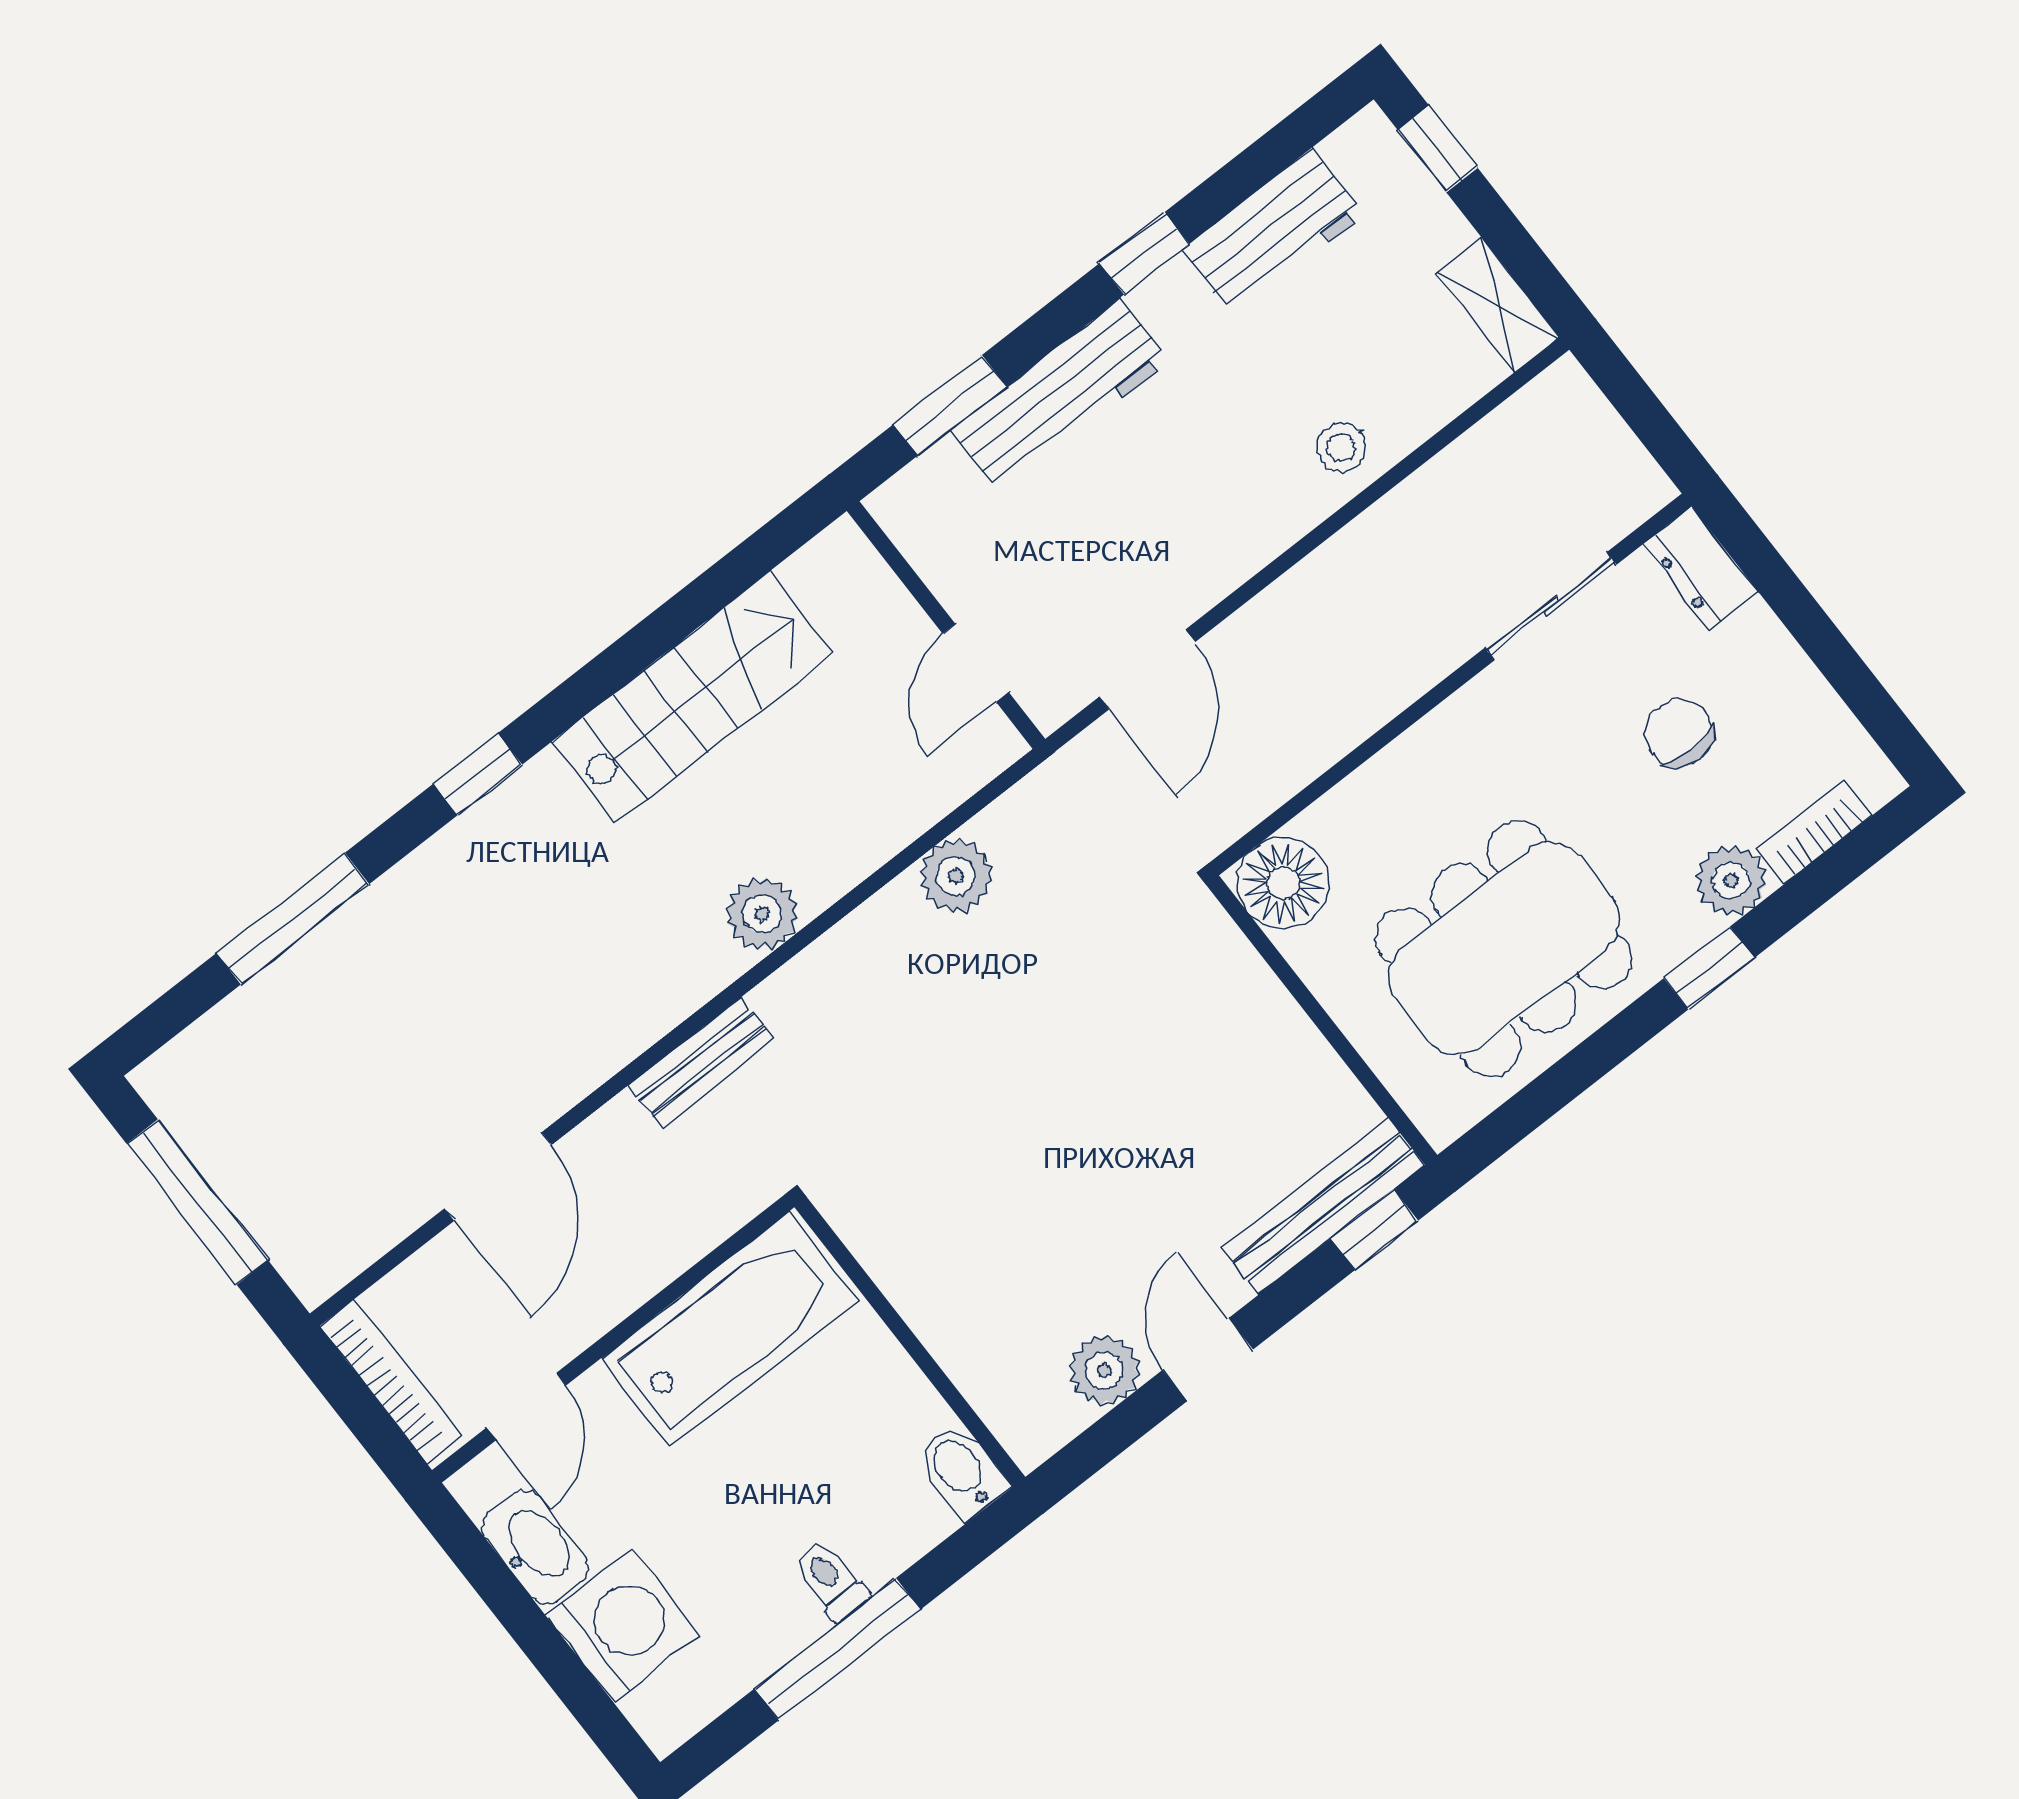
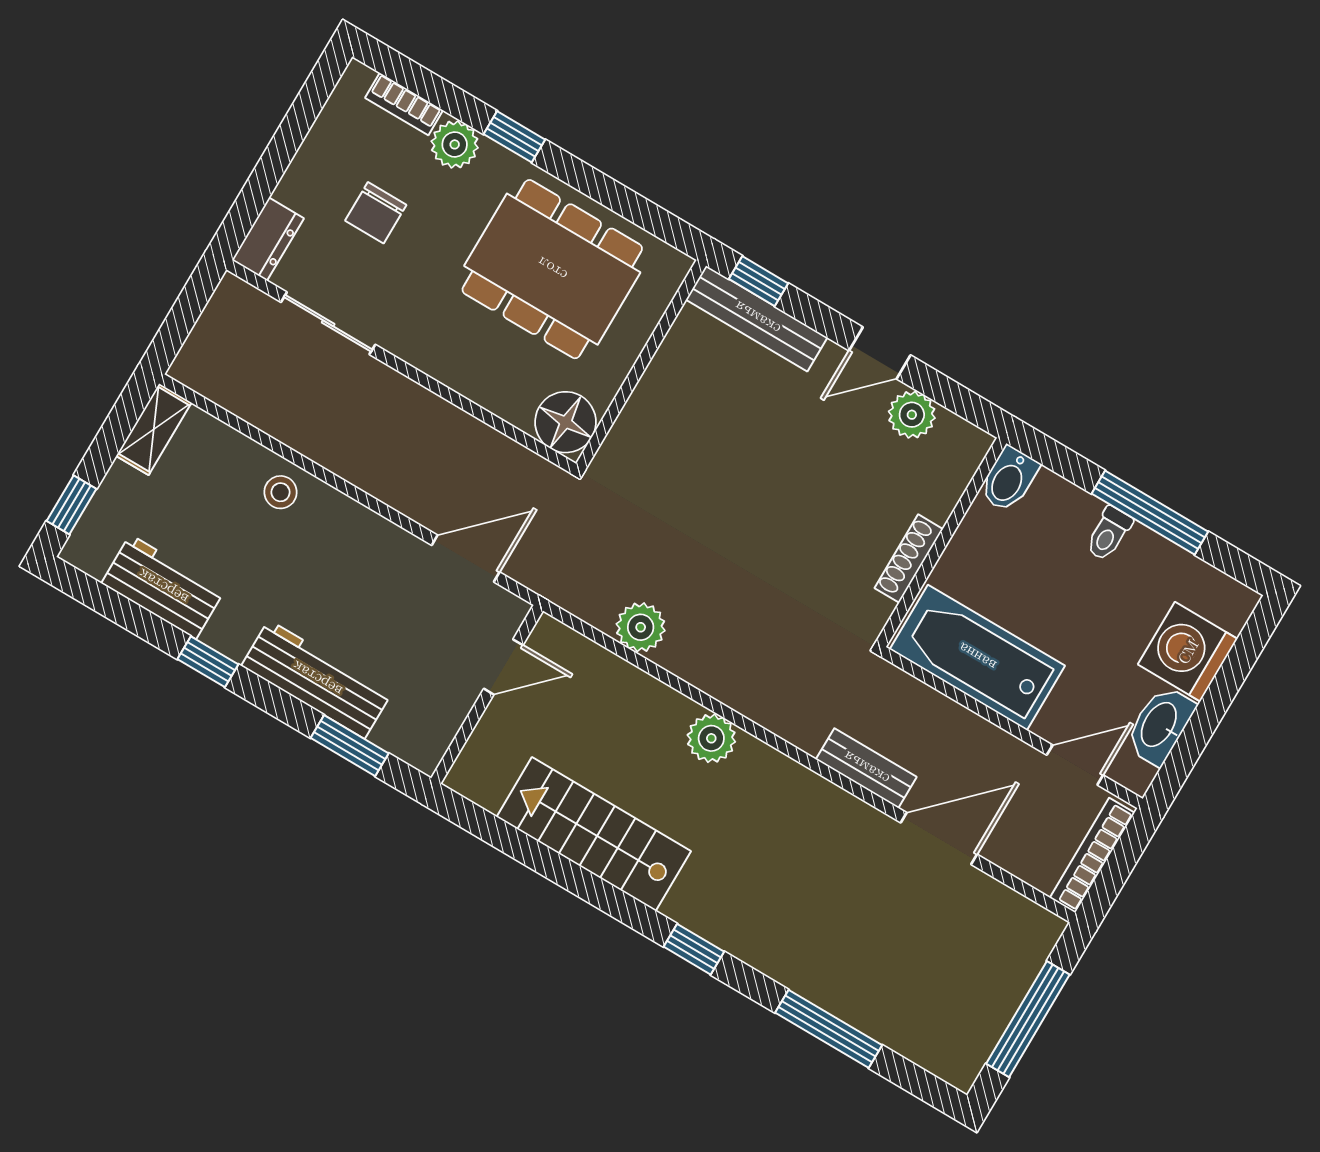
bench: (702, 1063) -> (866, 768), moved
shoe rack: (905, 1288) -> (909, 559), added

